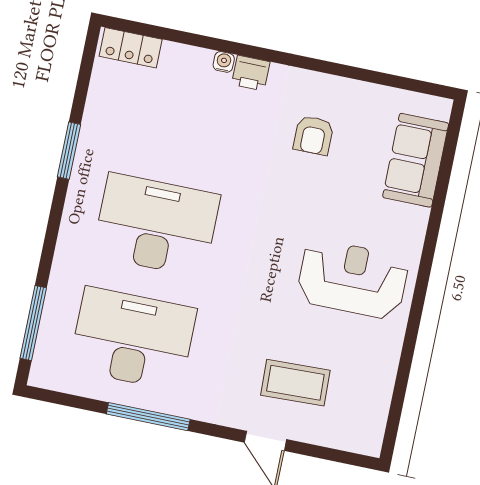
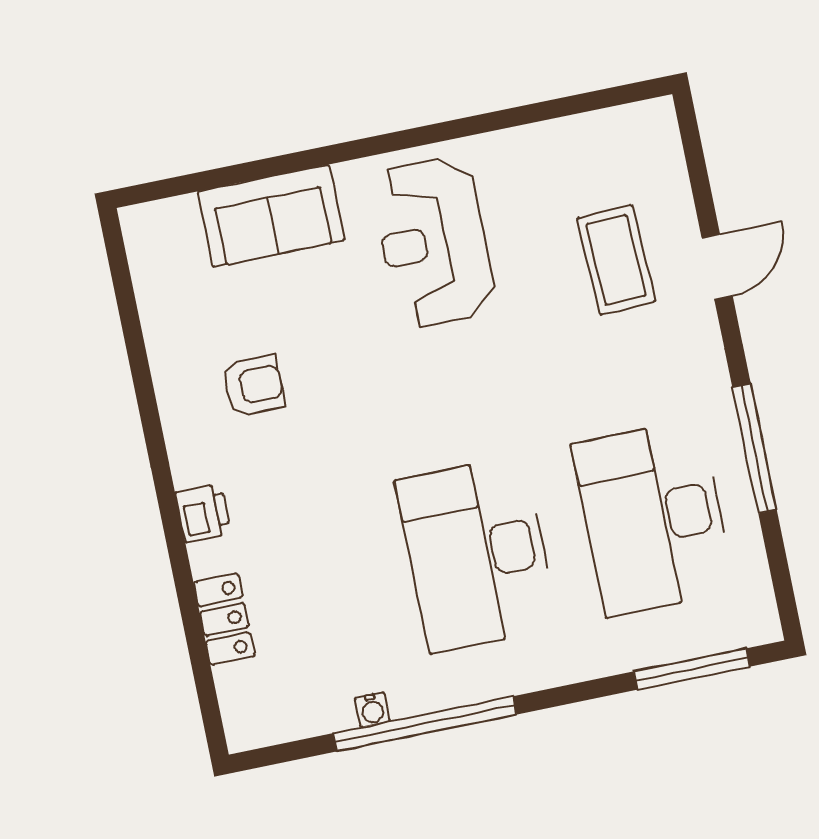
locker: (131, 48) -> (224, 619), moved
water cooler: (224, 62) -> (372, 710), moved, turned -90
window: (69, 151) -> (425, 724), width x2.11
sofa: (416, 160) -> (271, 216), moved

